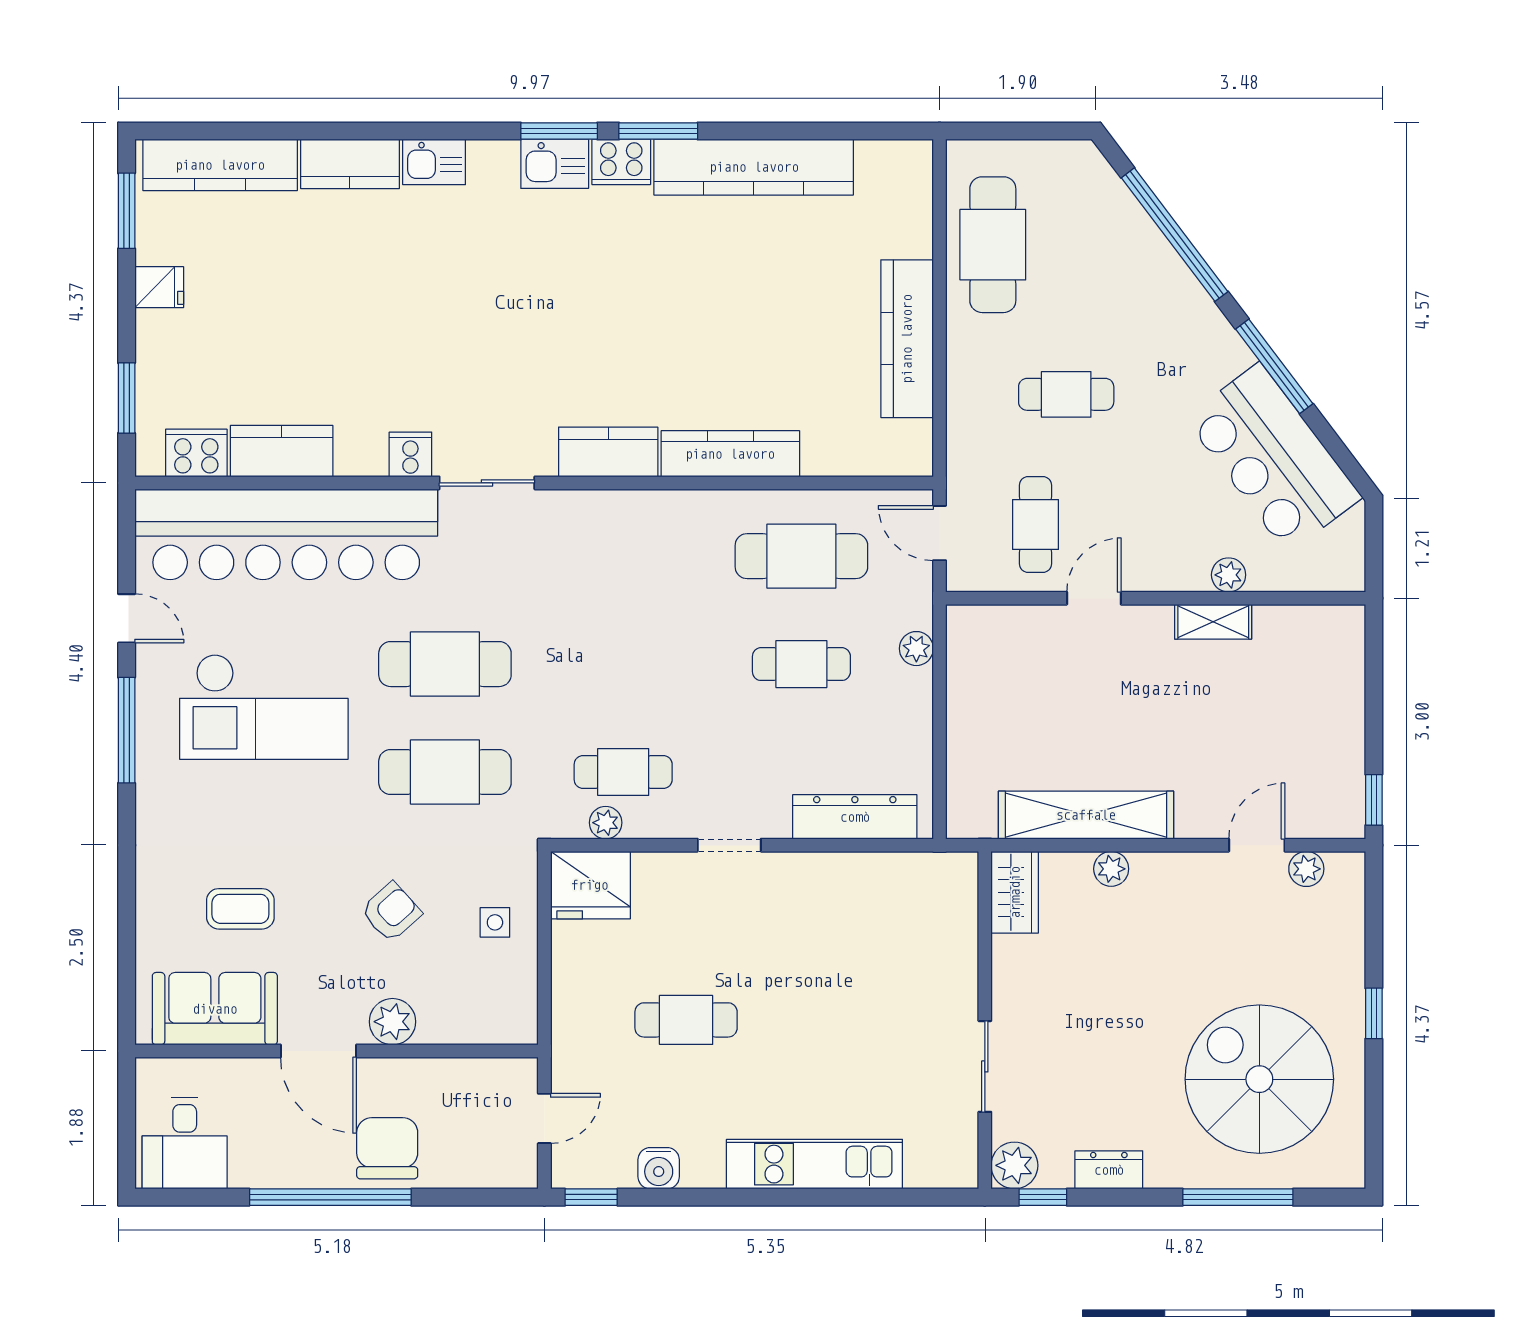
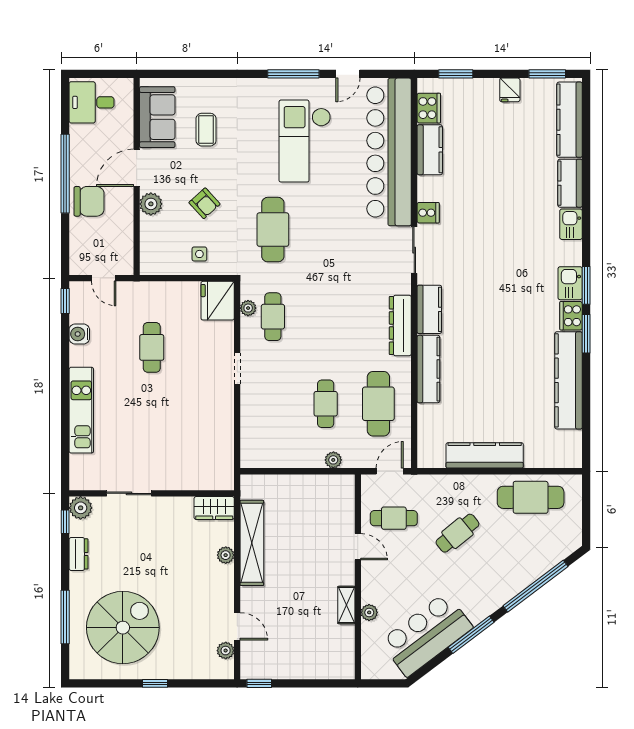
cafe table: (1066, 394) -> (457, 533), turned 51
cafe table: (445, 664) -> (326, 230), removed
dresser: (855, 817) -> (400, 326), moved, turned 180

